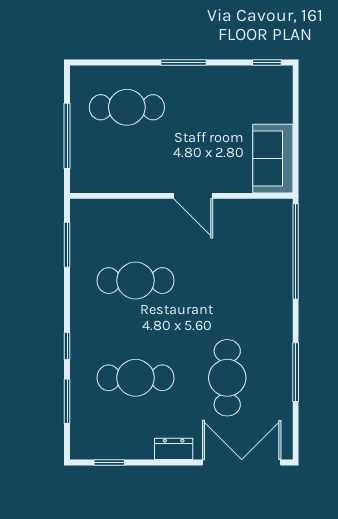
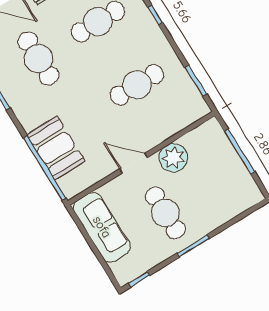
cafe table: (127, 107) -> (165, 213), moved, turned 90
sofa: (273, 159) -> (102, 227), width x1.36
plant: (145, 174) -> (173, 158), added
booth: (269, 266) -> (56, 148), added

